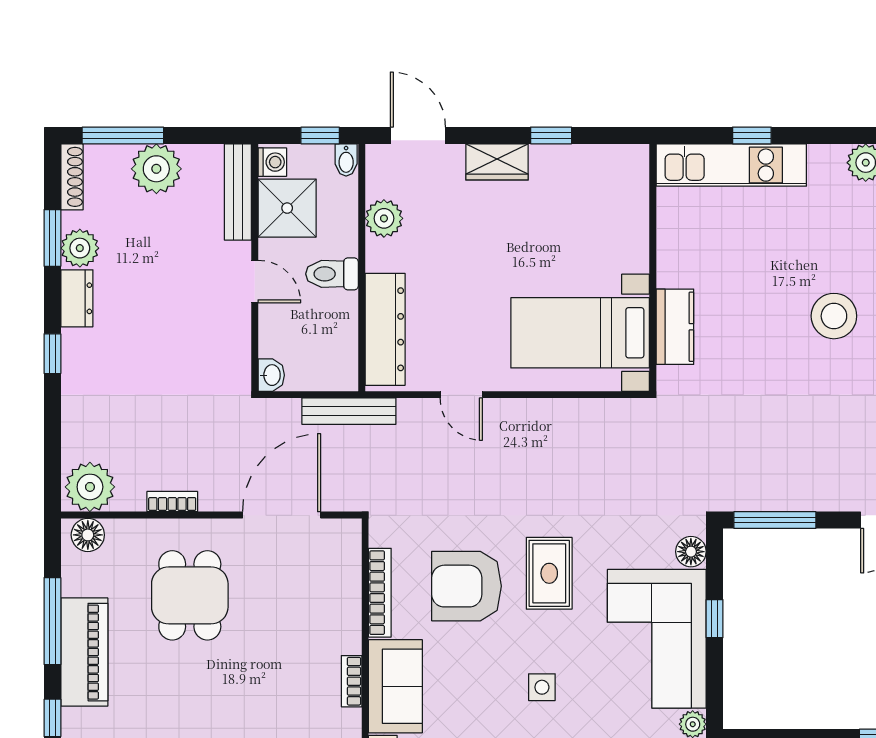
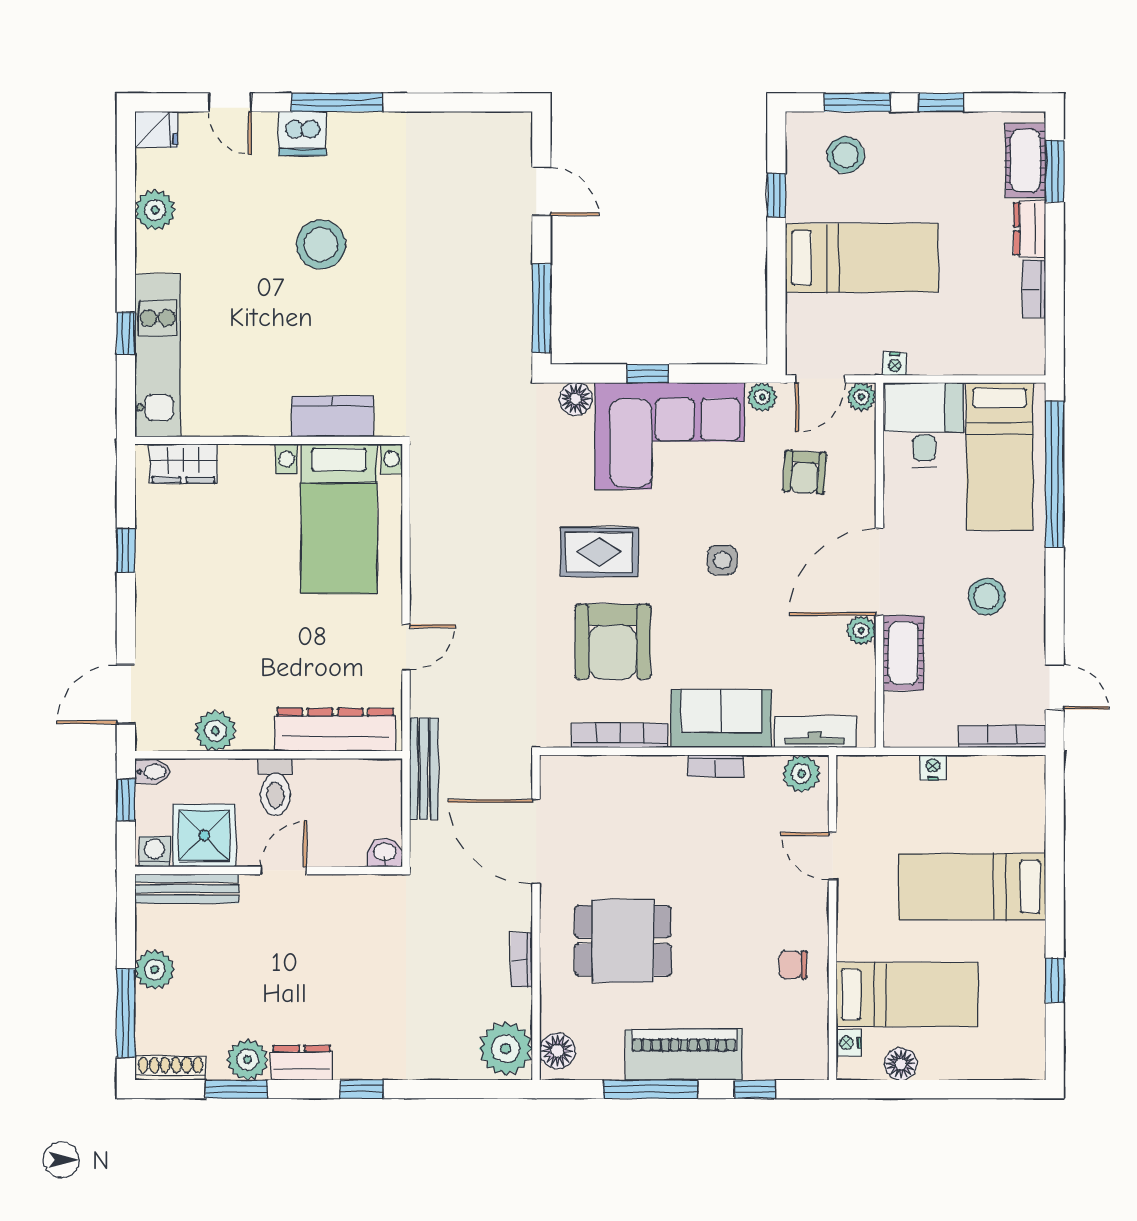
wardrobe: (497, 162) -> (183, 464), moved, turned 90
plant: (156, 169) -> (155, 970), width x0.73, depth x0.73

